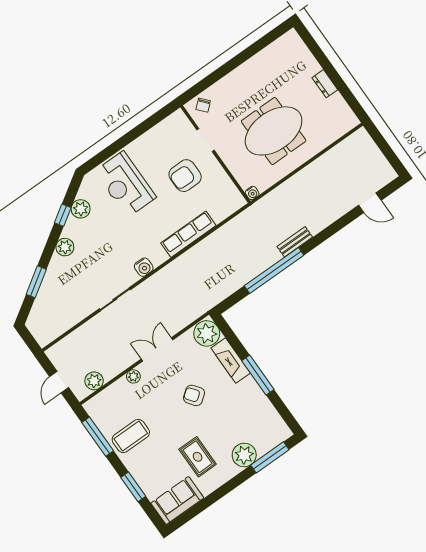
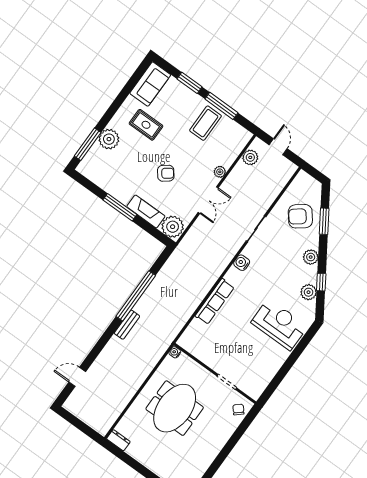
dresser: (325, 84) -> (118, 440), moved
armchair: (185, 176) -> (300, 216), moved, turned -128
window: (98, 437) -> (221, 106), moved

